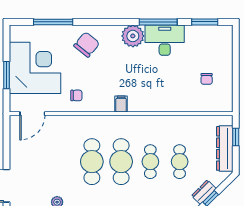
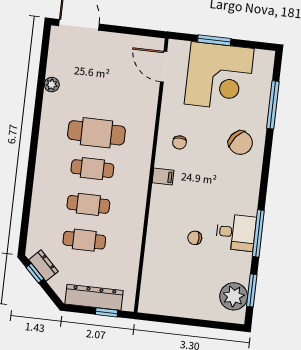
plant: (133, 36) -> (234, 296), moved
desk: (165, 40) -> (236, 232), width x0.73
chair: (207, 79) -> (195, 238), moved
chair: (76, 95) -> (179, 142), moved
cafe table: (121, 162) -> (92, 169), width x0.73, depth x0.74

